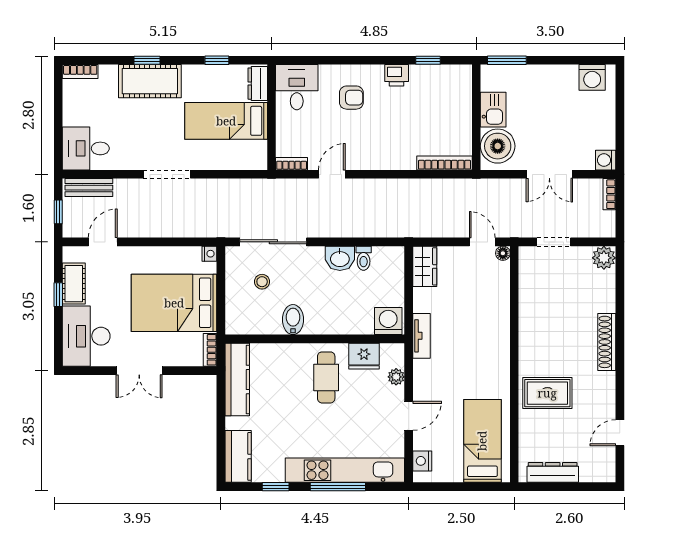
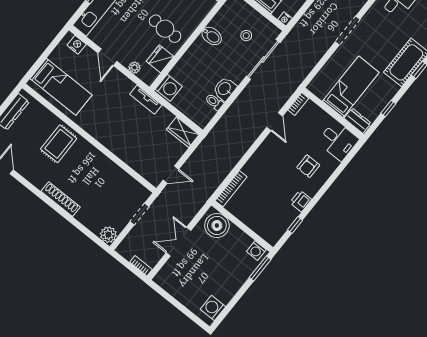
kitchen sink: (493, 110) -> (239, 239), removed
washing machine: (606, 160) -> (256, 251), moved, turned 180
floor lamp: (503, 253) -> (155, 181), removed

